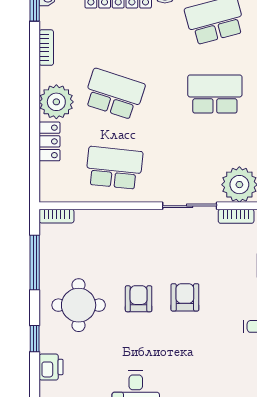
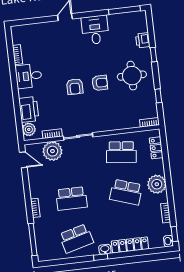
locker: (50, 141) -> (156, 148), moved
window: (35, 263) -> (158, 96), width x0.46
armchair: (139, 299) -> (100, 83), turned -90

